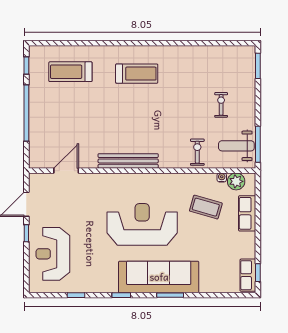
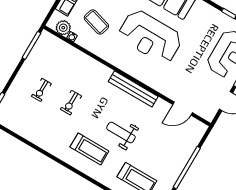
treadmill: (137, 74) -> (89, 149), turned 180
weight bench: (236, 146) -> (121, 133), moved, turned 180
exercise bike: (197, 152) -> (71, 103), moved

